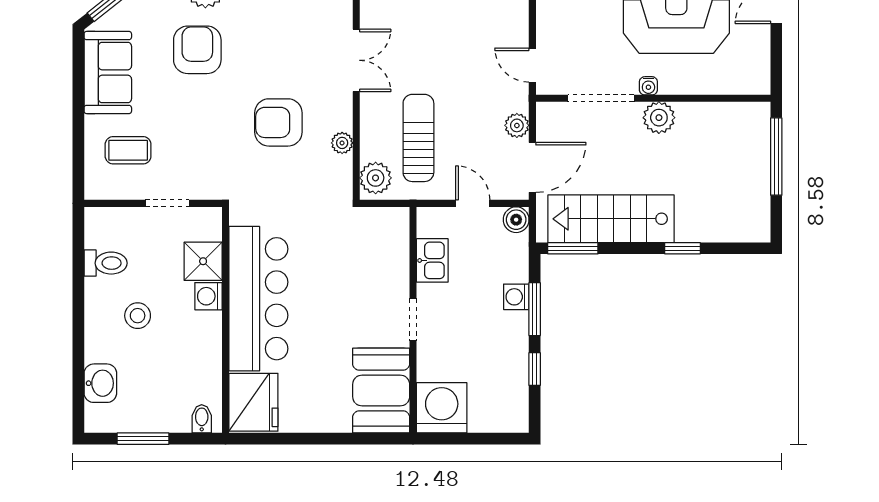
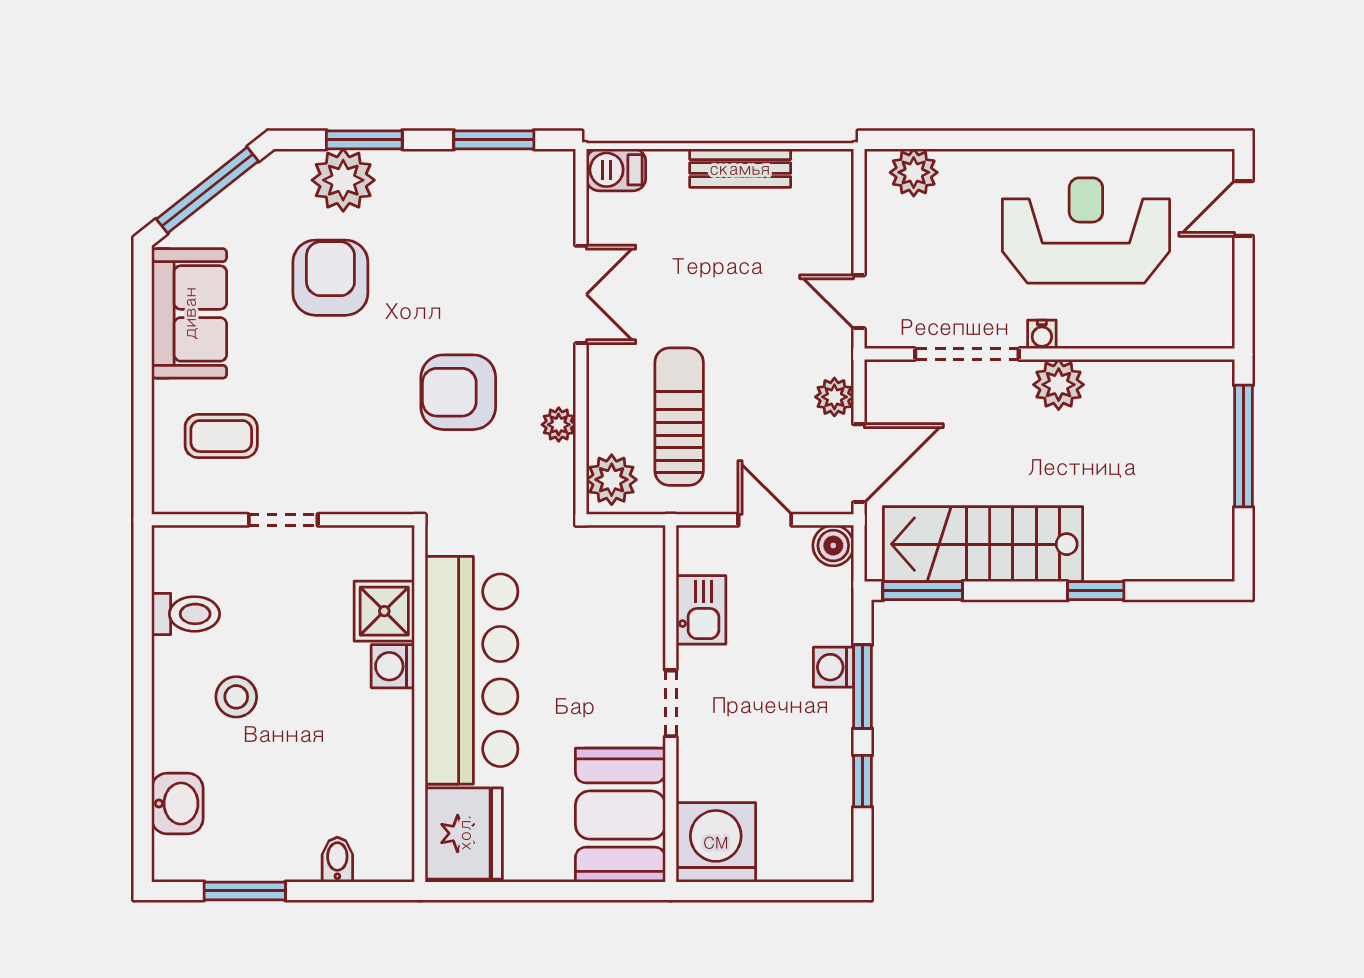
shower: (203, 261) -> (384, 611), moved
washing machine: (208, 296) -> (393, 666), moved
bar counter: (258, 299) -> (472, 670), moved
wall: (226, 320) -> (420, 704), moved
fridge: (253, 402) -> (464, 833), moved

